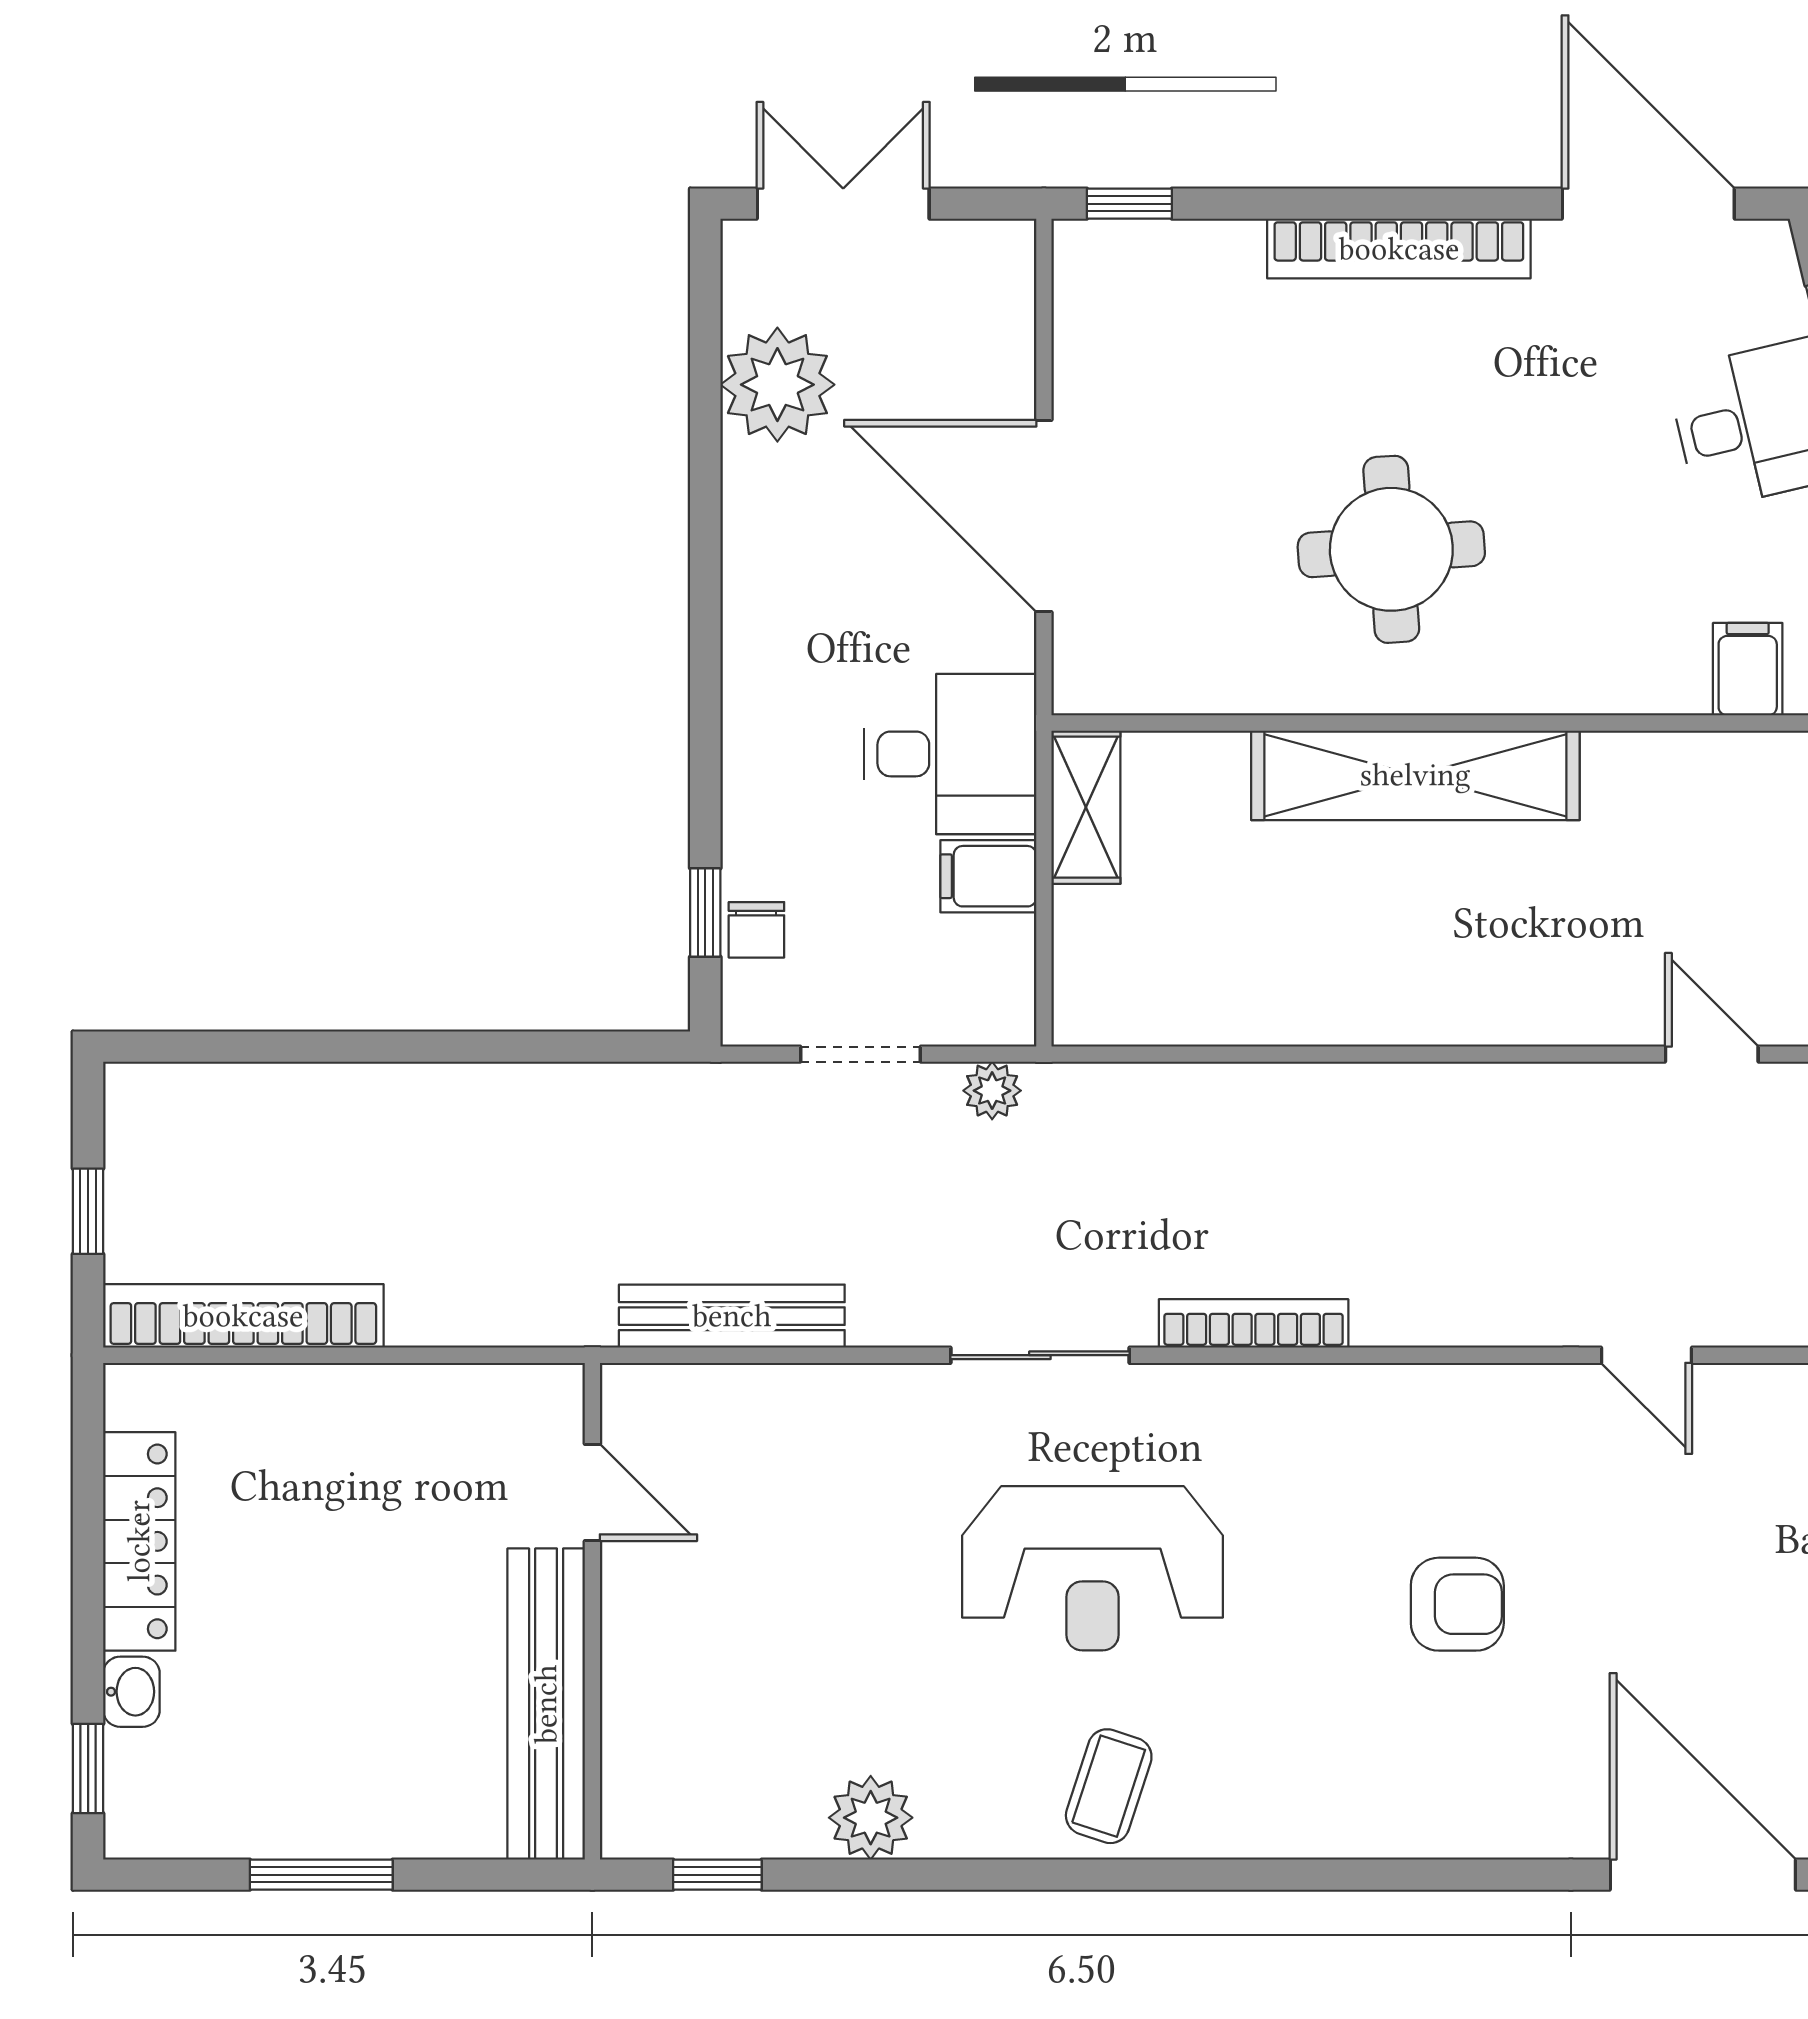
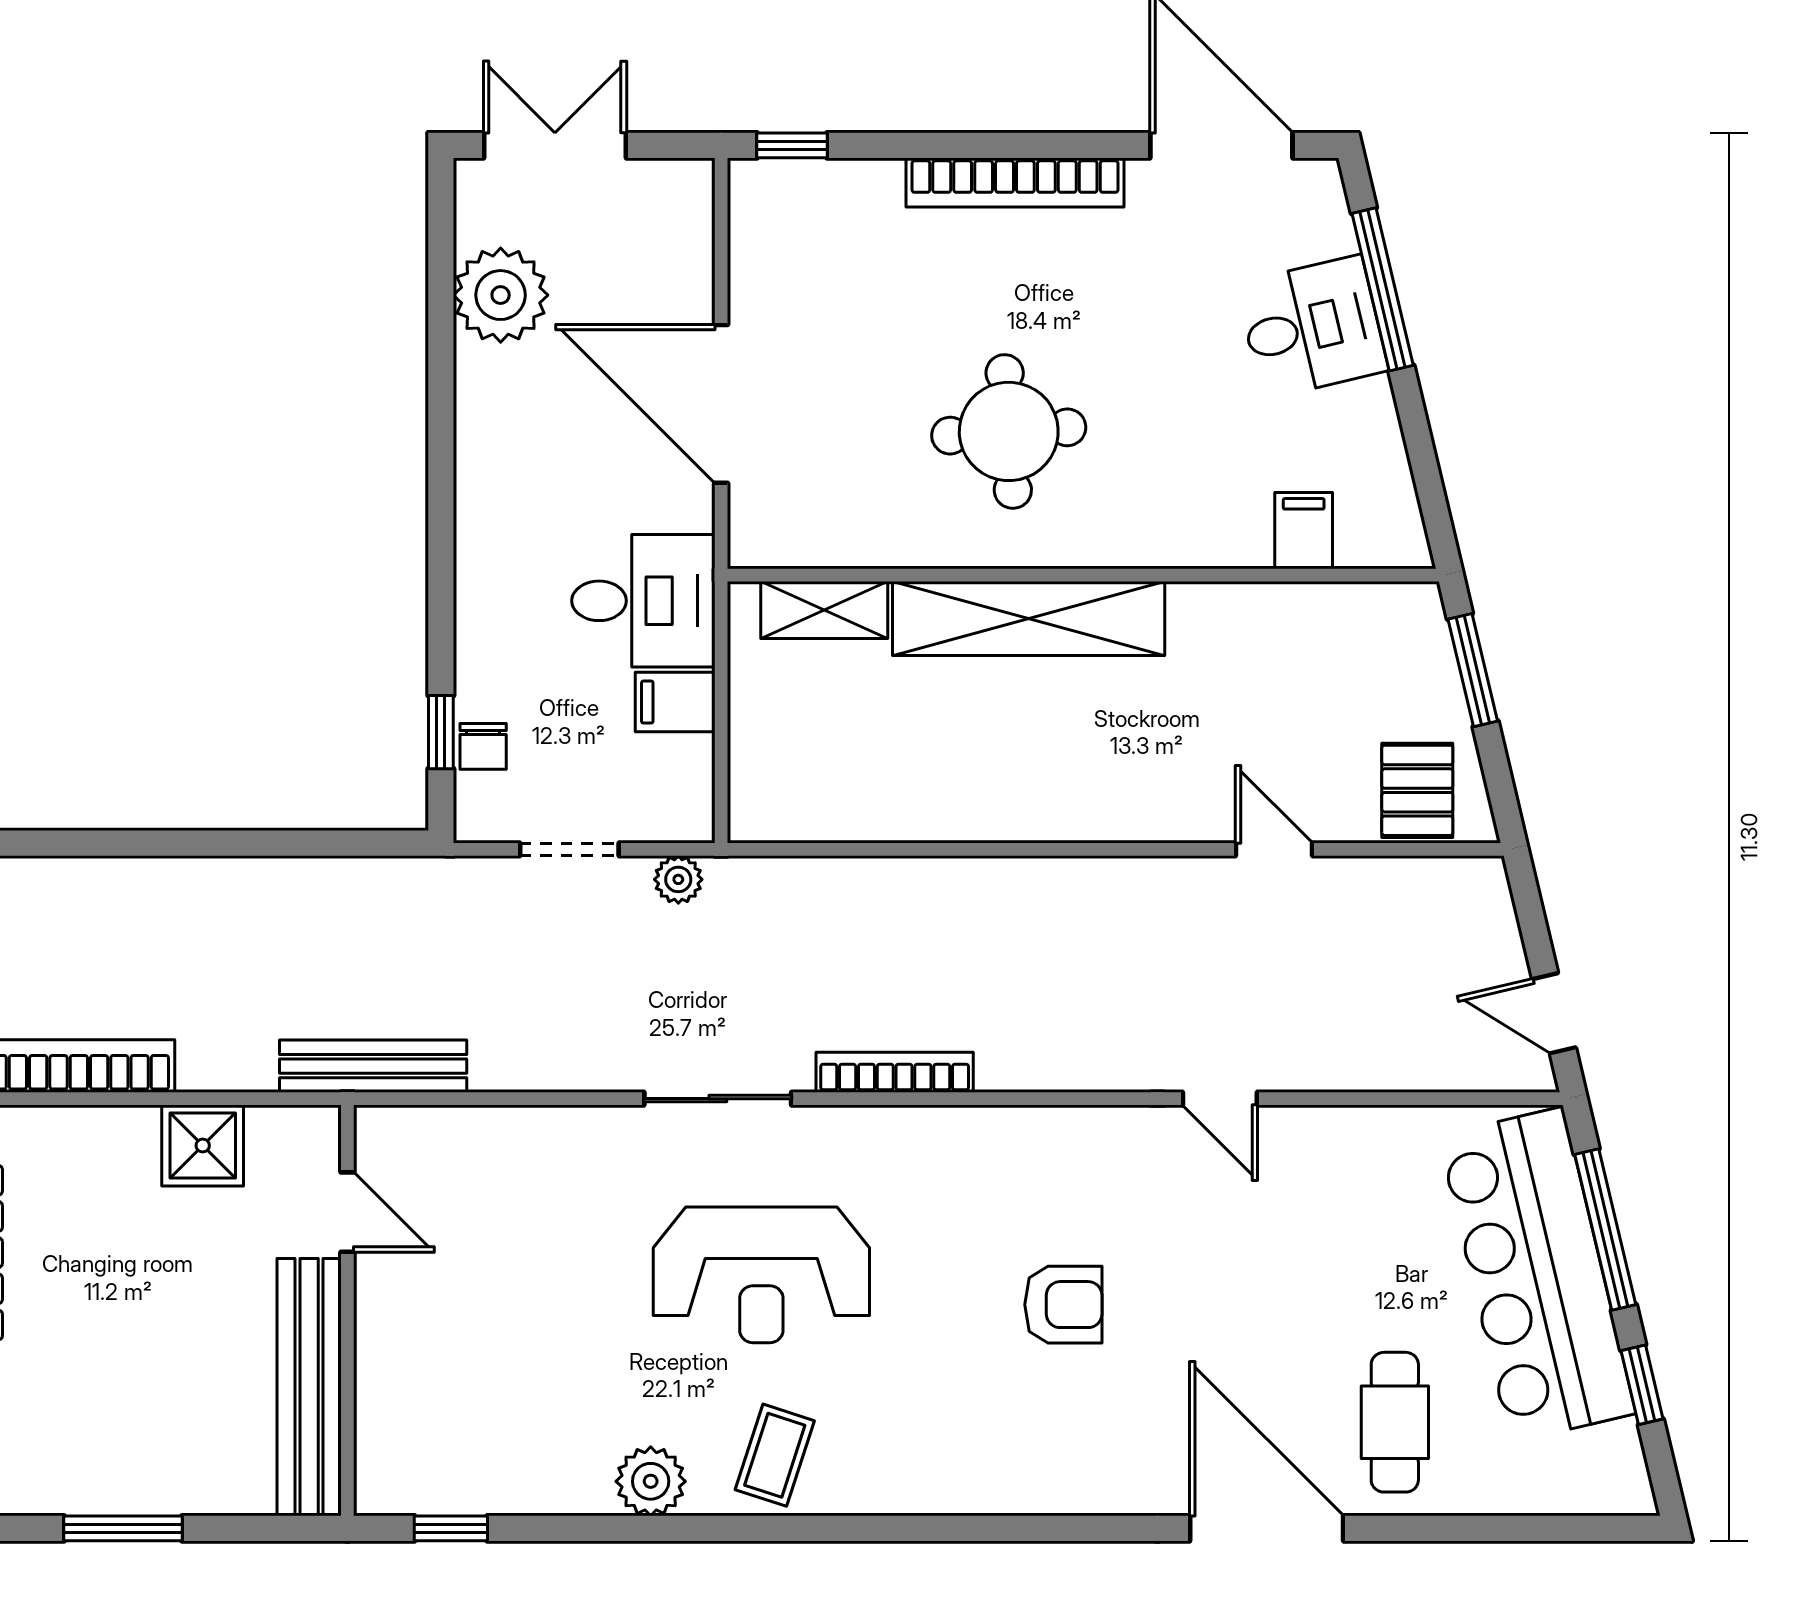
shelving: (1086, 807) -> (824, 610), moved, turned 90
bench: (732, 1316) -> (373, 1066), moved
shower: (418, 1412) -> (203, 1146), added
plant: (871, 1818) -> (651, 1481), moved

